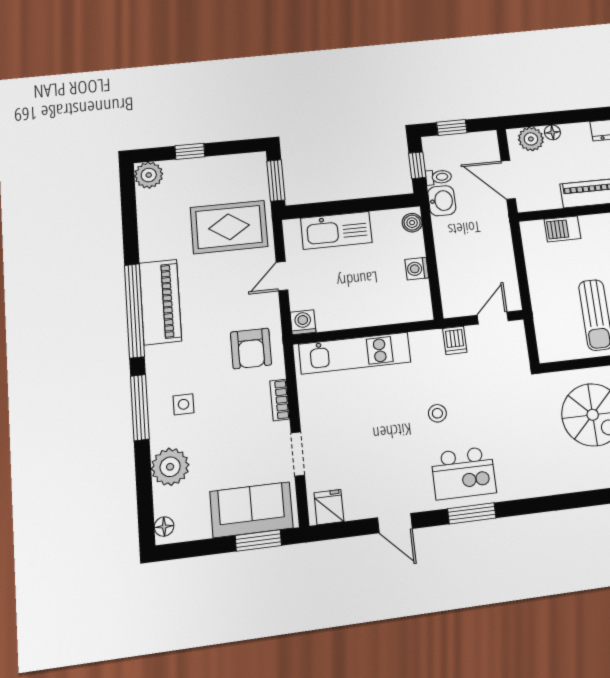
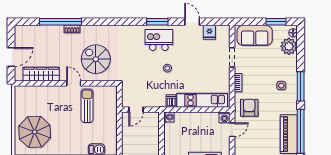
washing machine: (417, 269) -> (169, 117), moved
door: (282, 276) -> (232, 130), moved
dishwasher: (455, 340) -> (171, 101), moved
plant: (170, 467) -> (289, 46), moved
fridge: (329, 507) -> (209, 32), moved
window: (258, 540) -> (276, 22), moved

